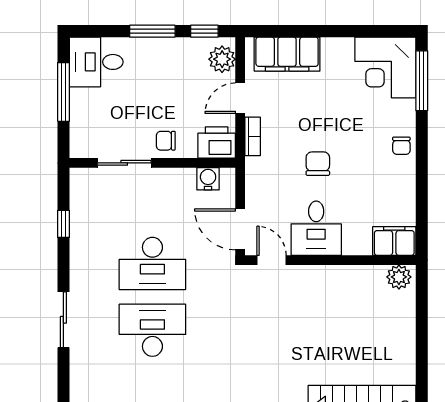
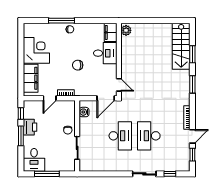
plant: (222, 59) -> (33, 106), removed
corner desk: (385, 67) -> (36, 50), moved, turned -90
window: (422, 81) -> (61, 21), moved
door: (240, 98) -> (50, 98), hinge flipped
printer: (217, 142) -> (30, 127), moved, turned 180
window: (63, 224) -> (170, 174), moved
desk: (316, 228) -> (105, 53), moved
door: (272, 260) -> (119, 85), swing flipped

